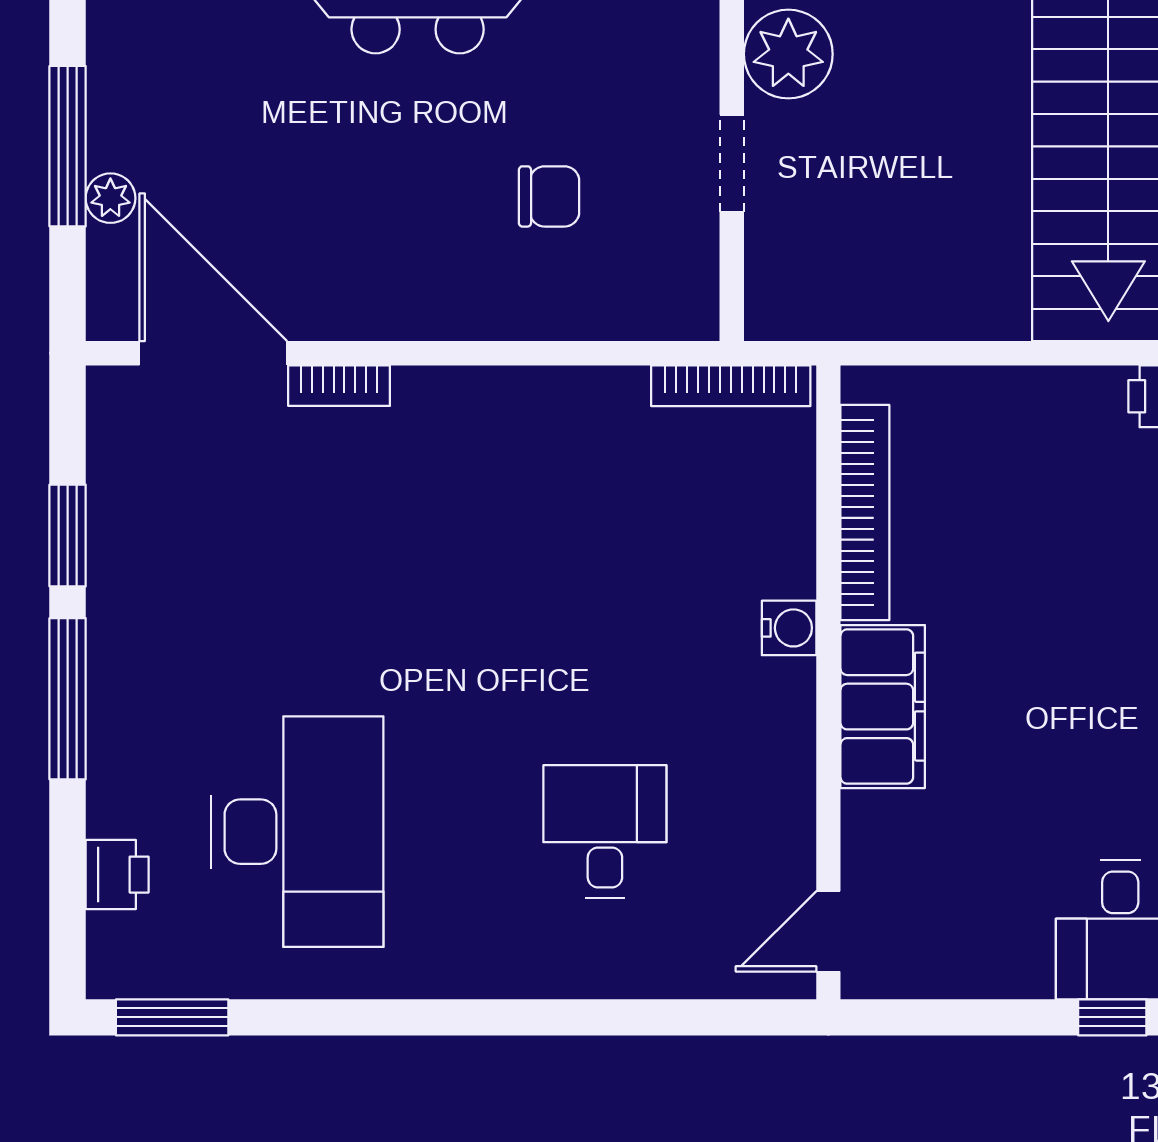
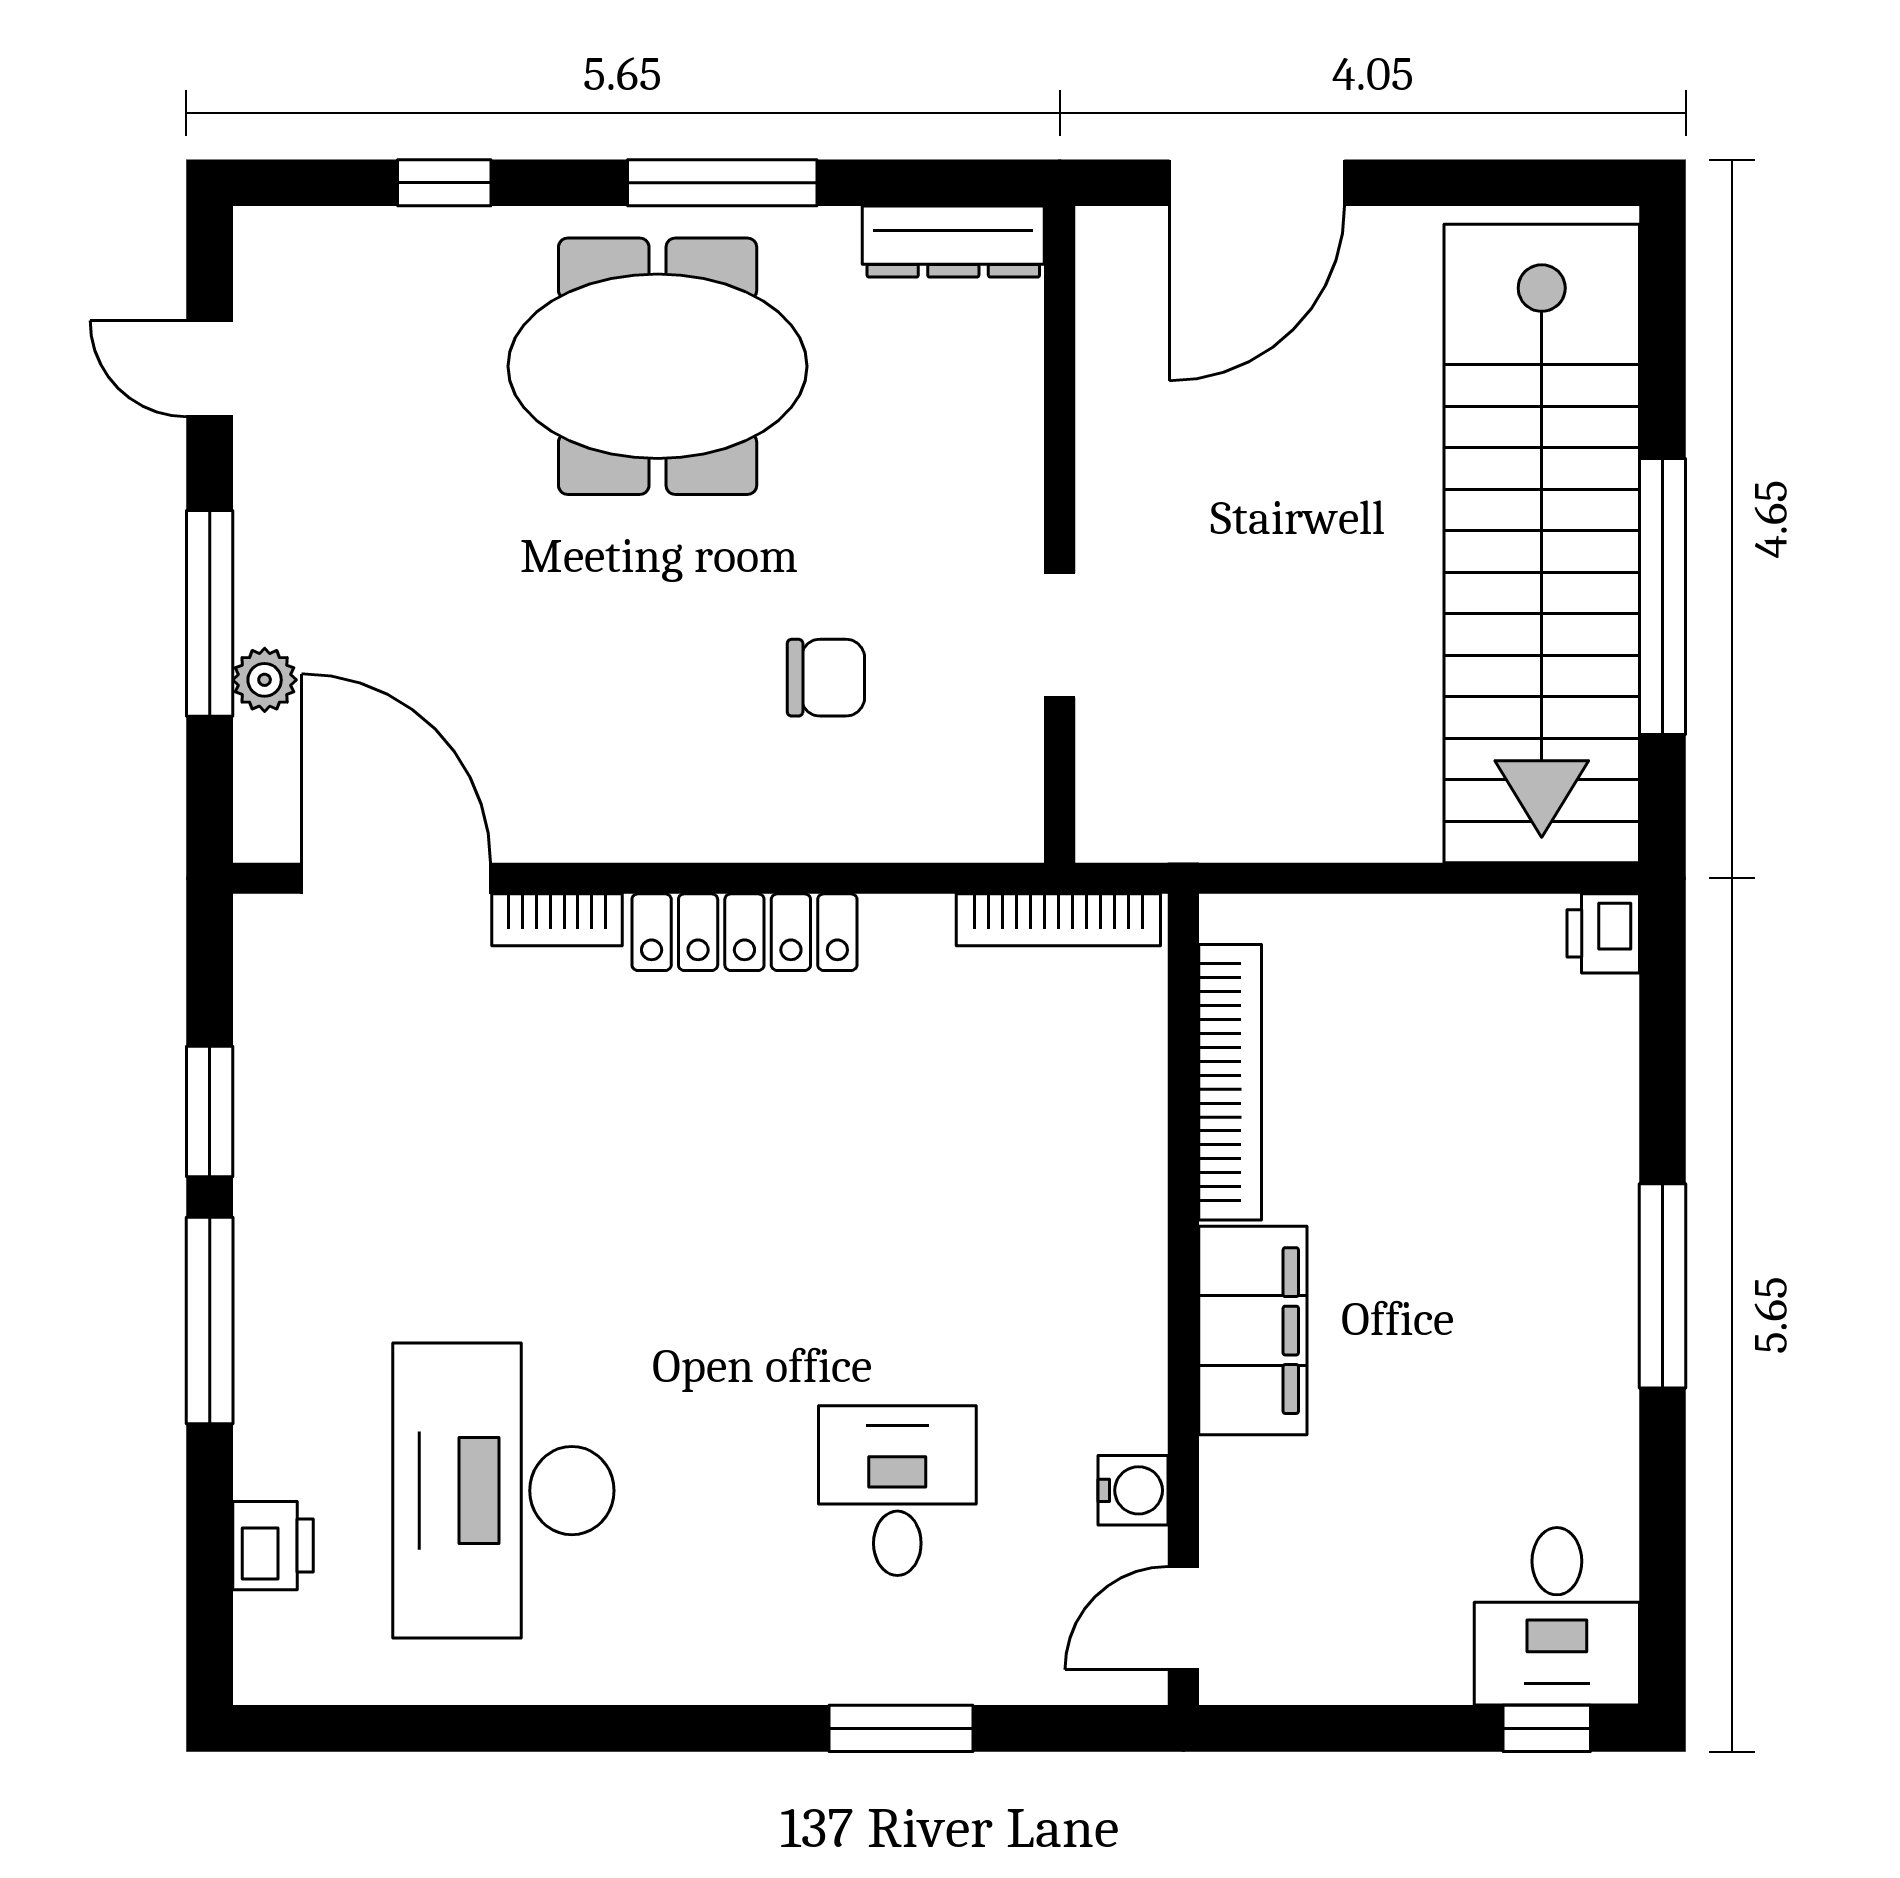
plant: (788, 54) -> (1132, 495), removed
locker: (485, 395) -> (744, 932), added
water cooler: (789, 628) -> (1133, 1490), moved
desk: (297, 832) -> (503, 1491), turned 180
window: (172, 1017) -> (901, 1728), moved

